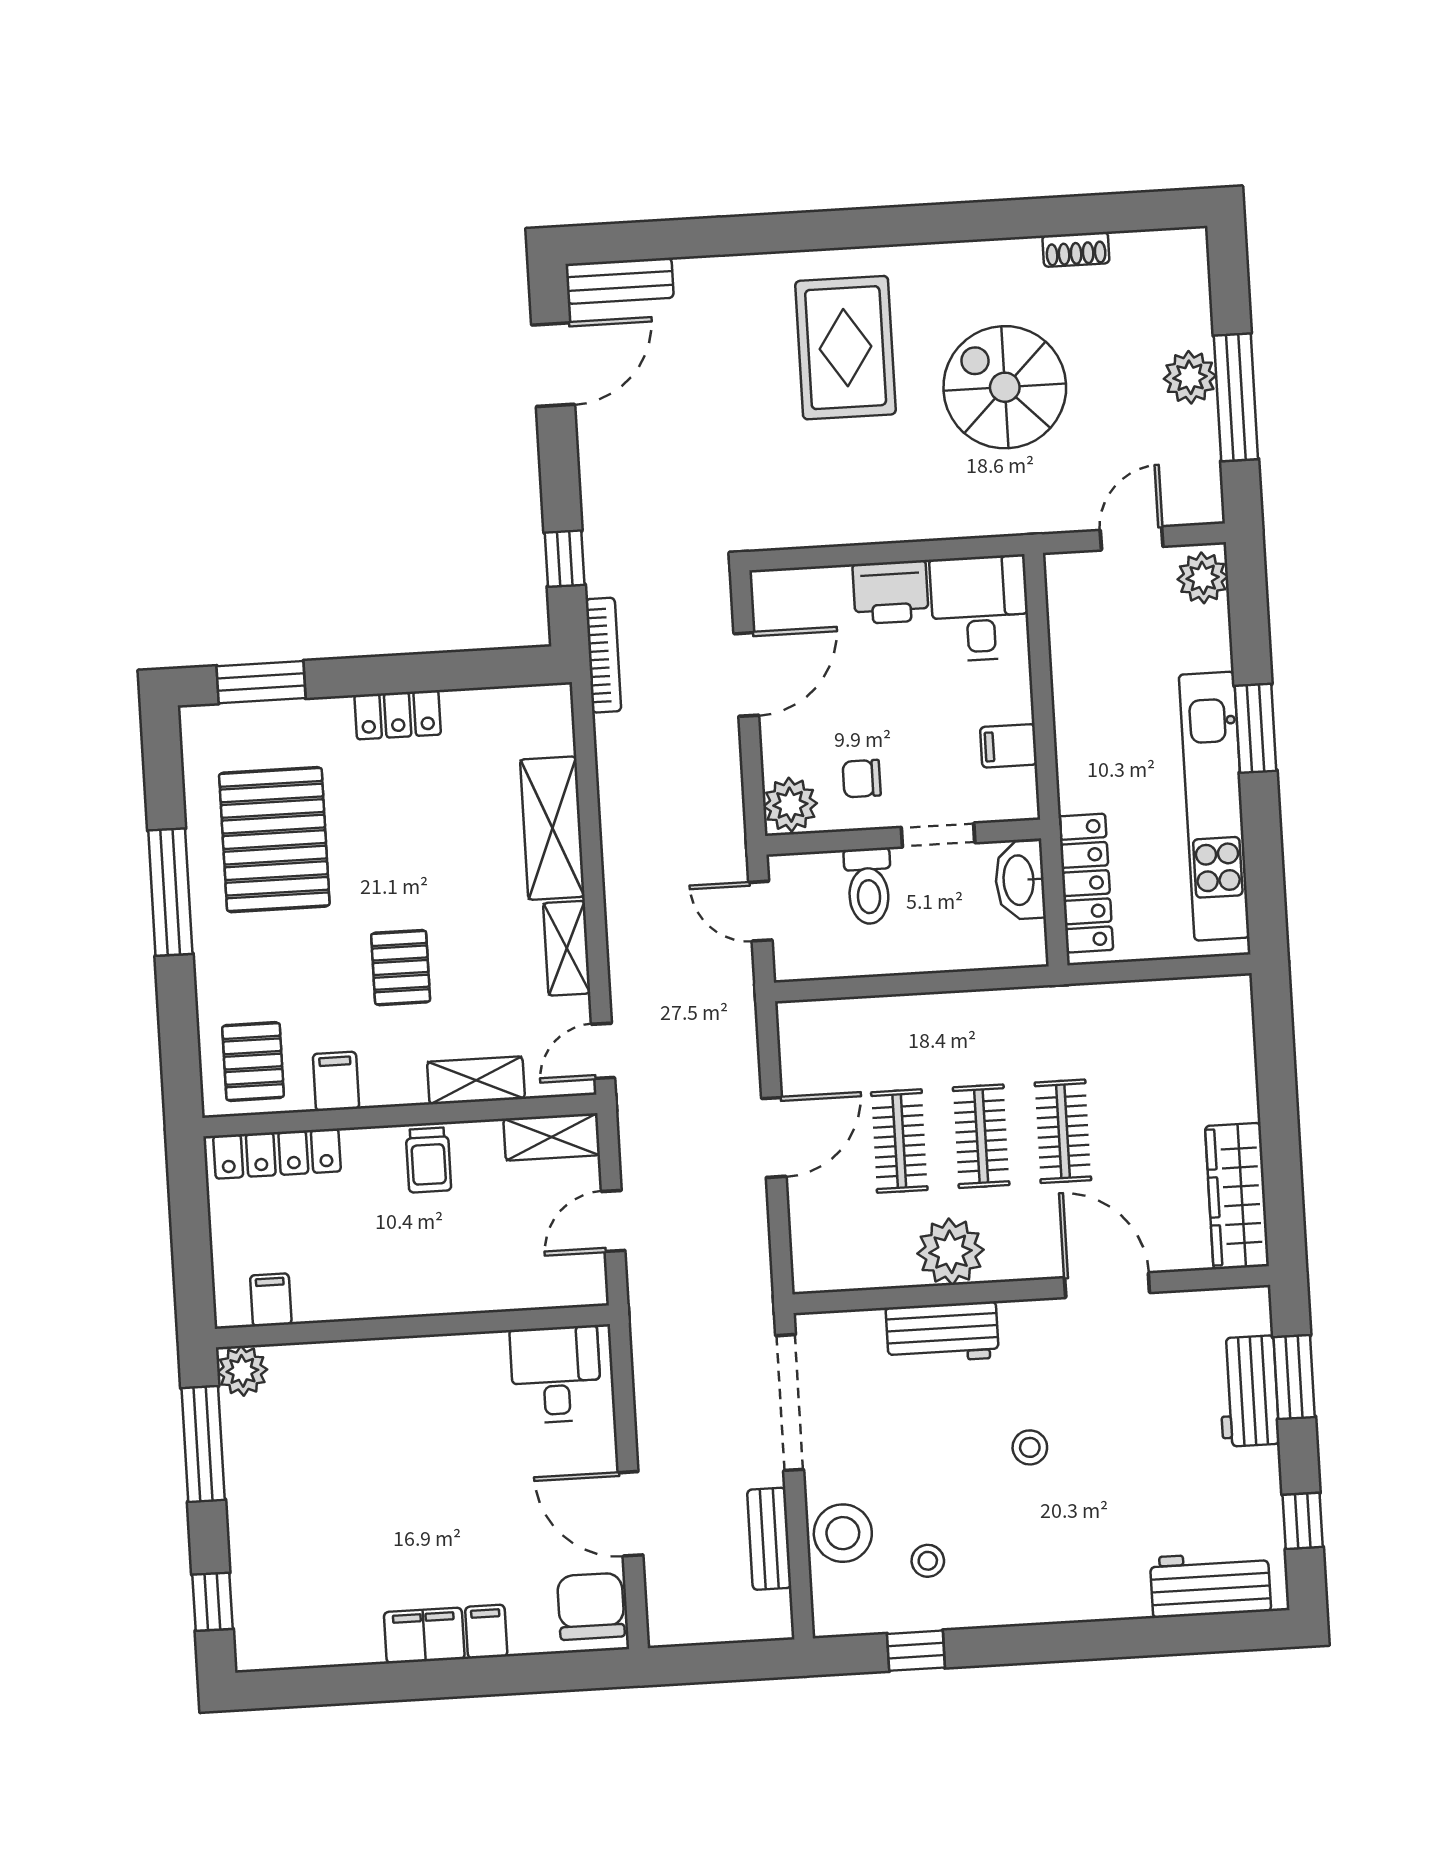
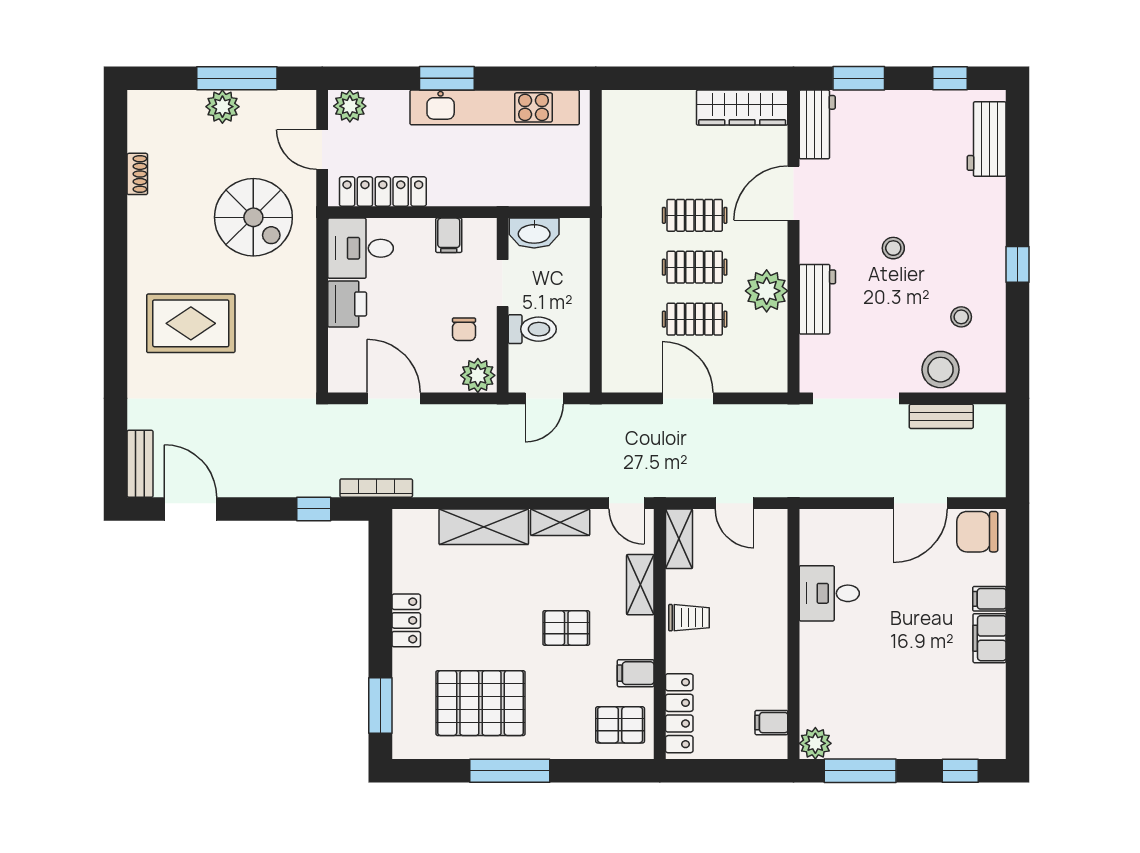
spiral stairs: (1005, 387) -> (253, 217), moved, turned -90
locker: (1086, 883) -> (383, 192), moved
desk: (556, 1374) -> (829, 593), moved
workbench: (1248, 1391) -> (817, 124), moved, turned -90
window: (916, 1651) -> (1018, 264), moved

